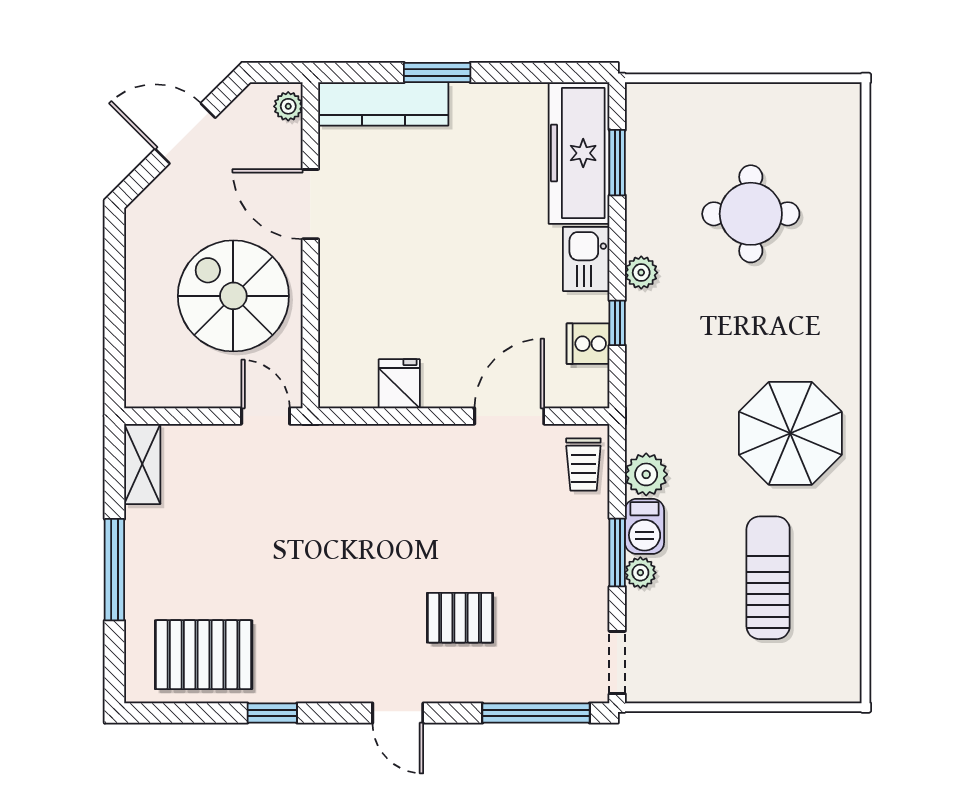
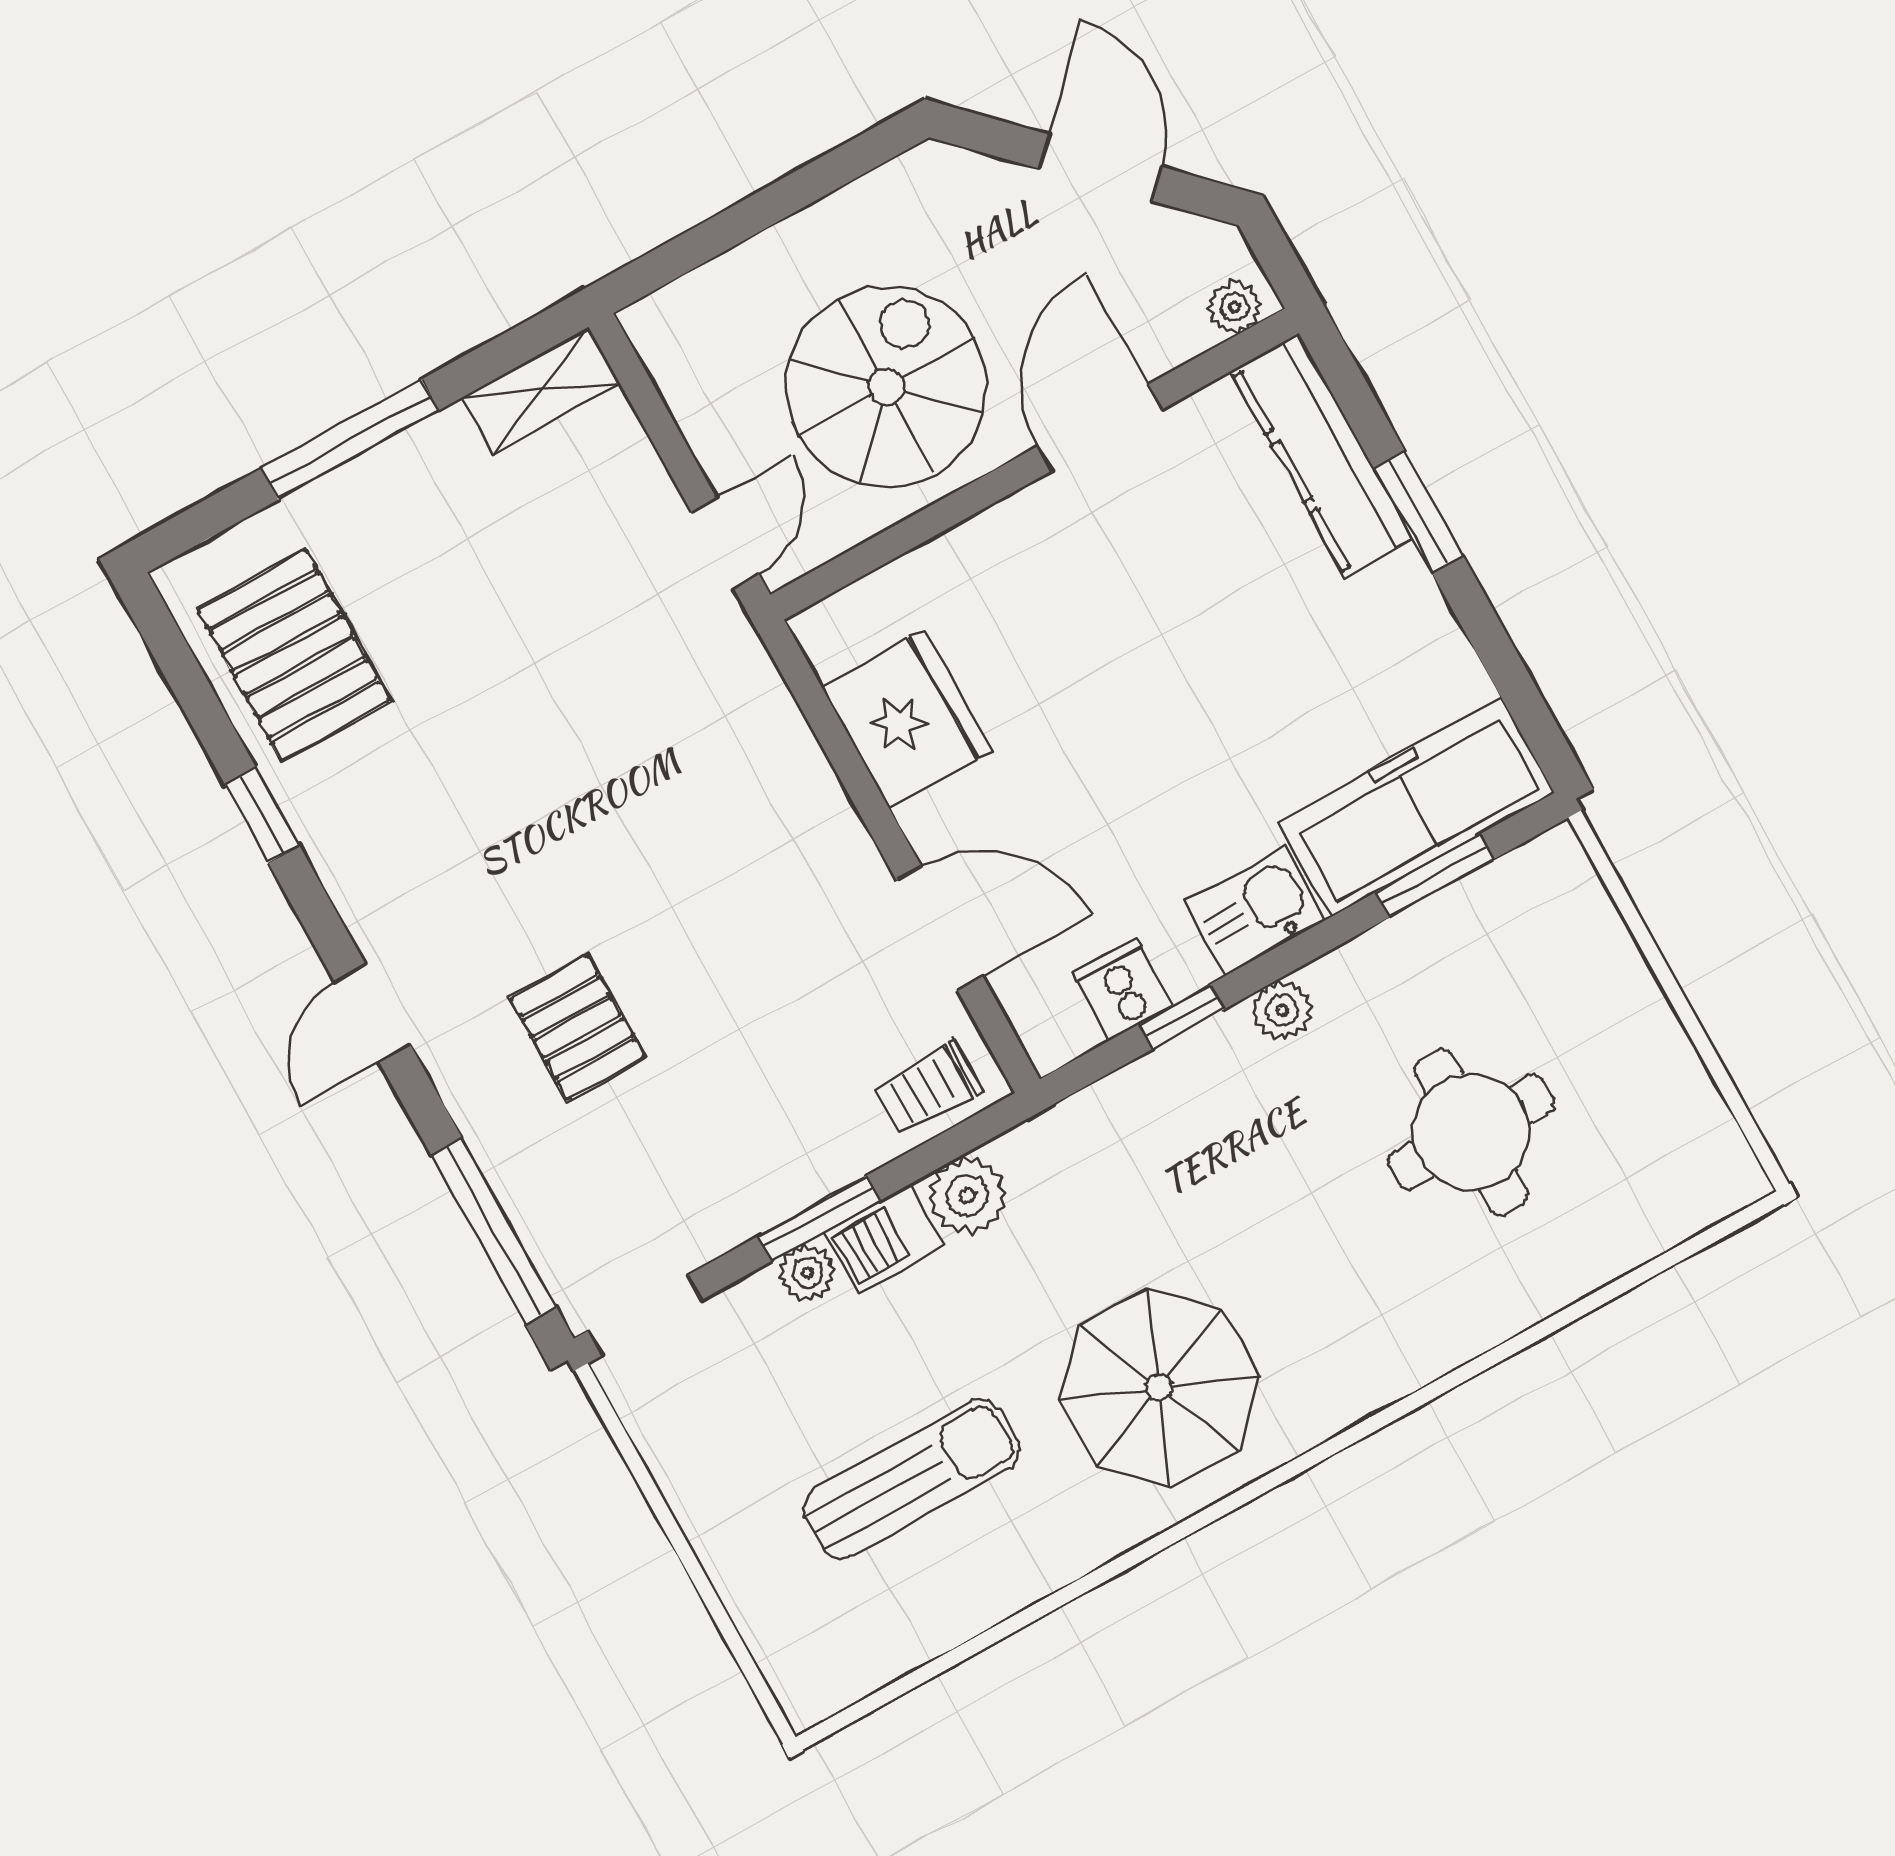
fridge: (399, 384) -> (907, 719), width x1.88, depth x1.34

